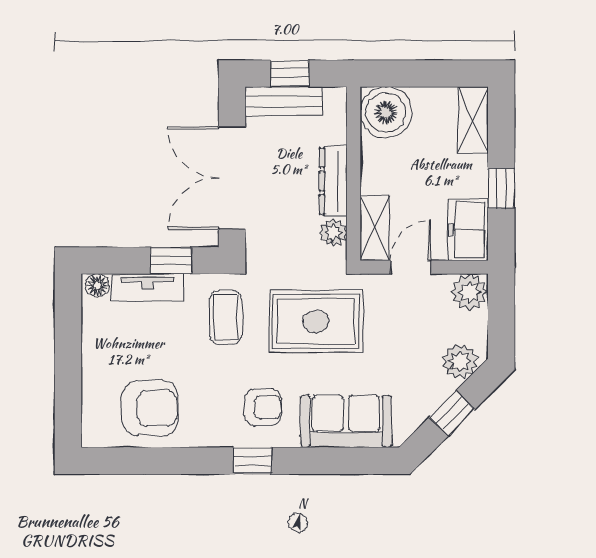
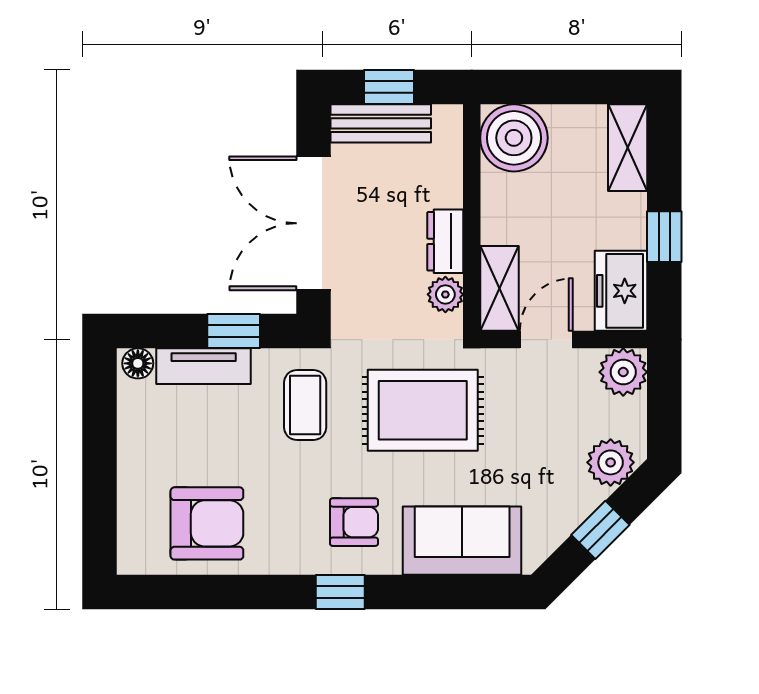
dresser: (333, 181) -> (445, 241), width x0.70

